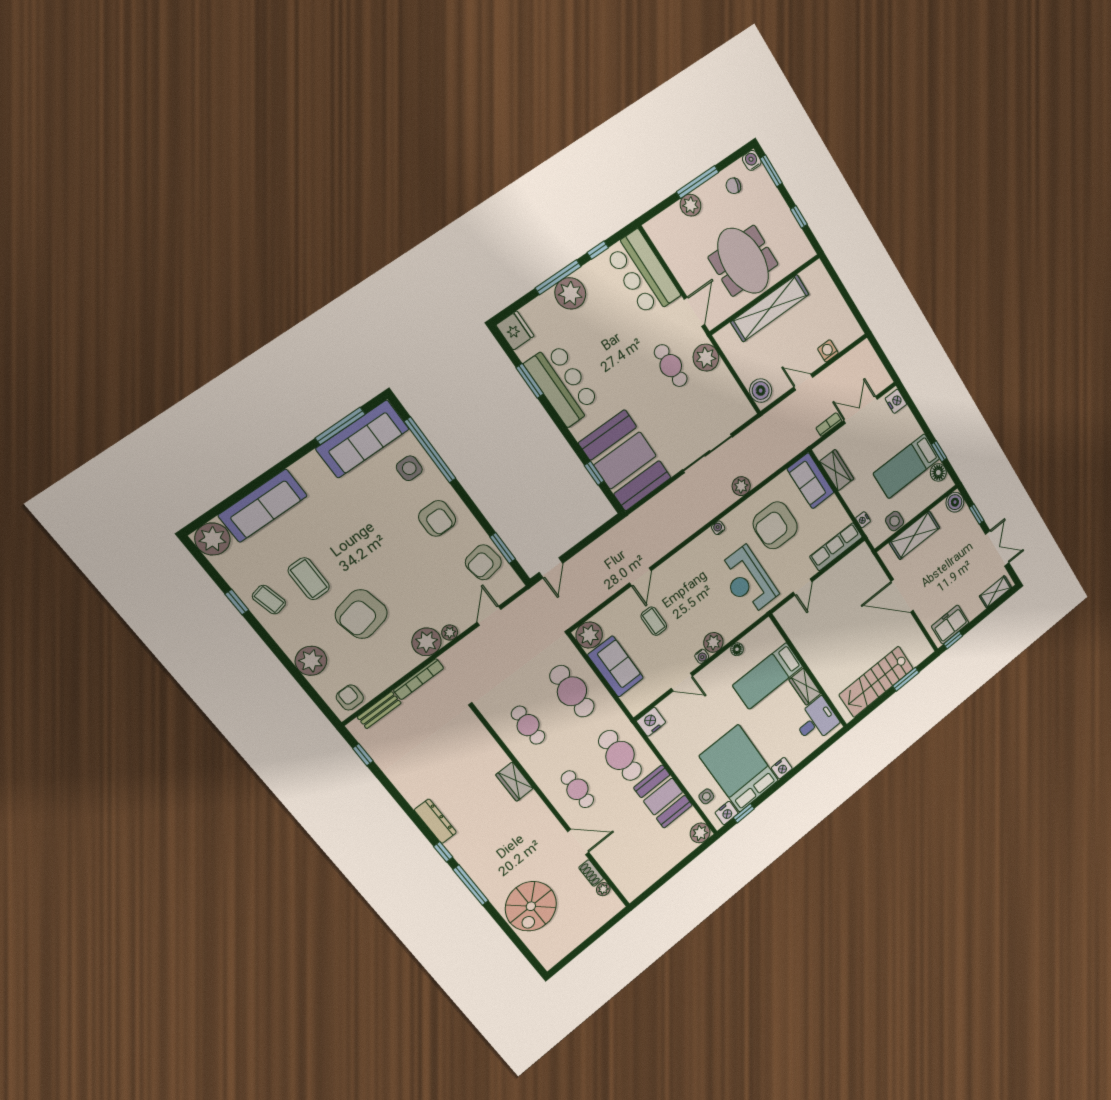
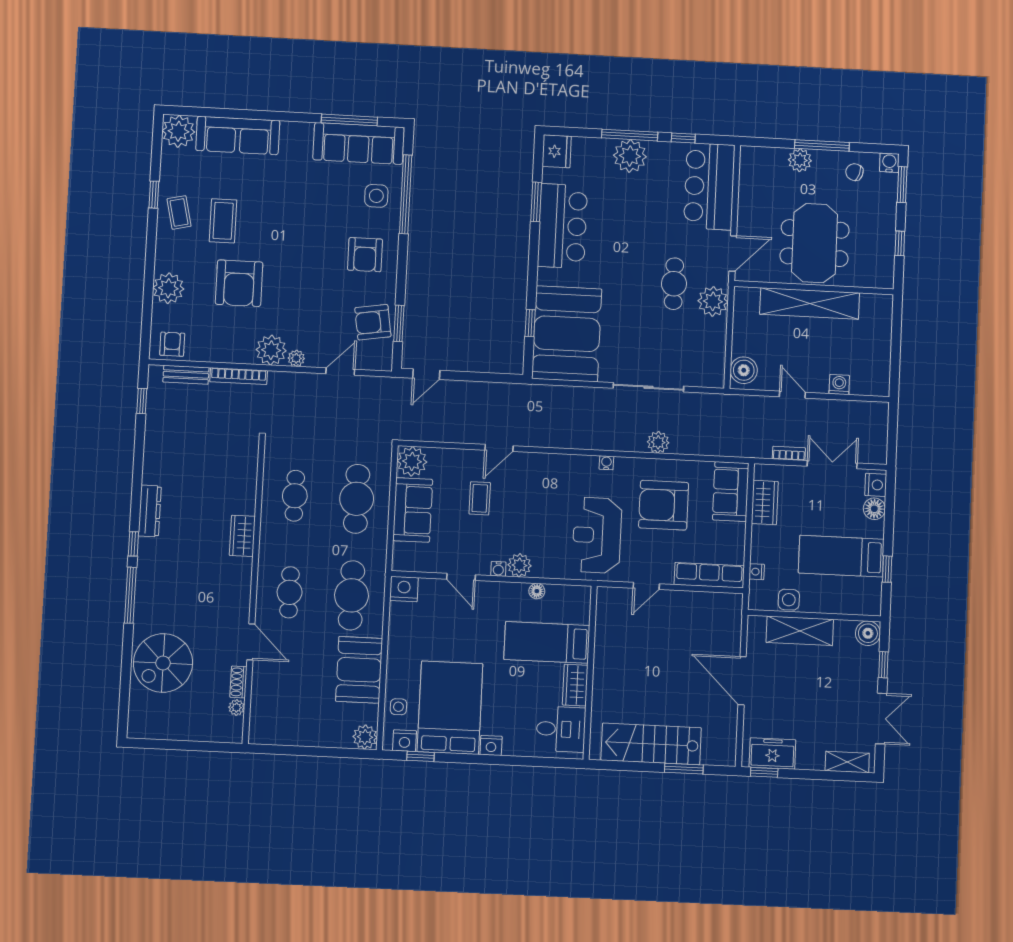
floor lamp: (938, 472) -> (874, 509), moved
armchair: (361, 614) -> (239, 283), turned -78

